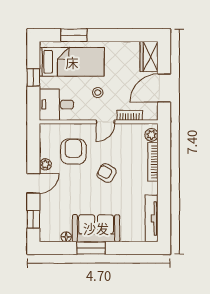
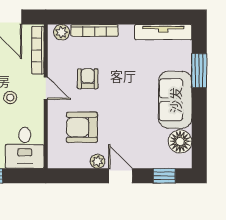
bookcase: (130, 115) -> (38, 50), width x1.56
armchair: (107, 173) -> (88, 79), moved, turned 150
floor lamp: (66, 237) -> (180, 141), width x1.89, depth x1.89
window: (91, 248) -> (199, 71), moved

